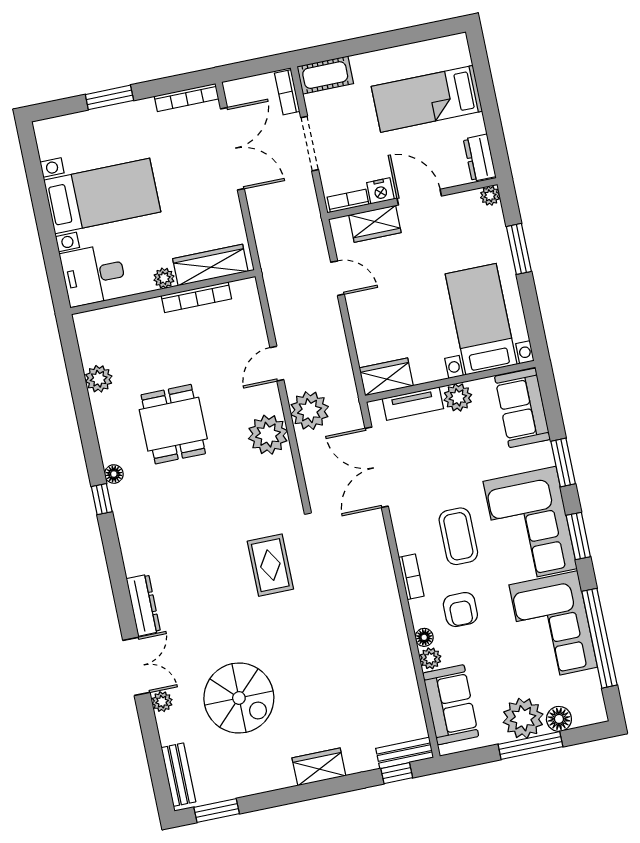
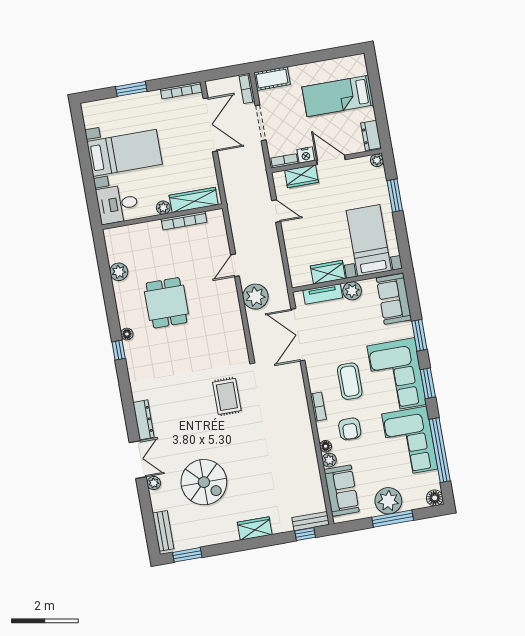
wardrobe: (386, 377) -> (328, 272), moved
plant: (268, 435) -> (228, 311), removed
floor lamp: (559, 719) -> (435, 498), moved

